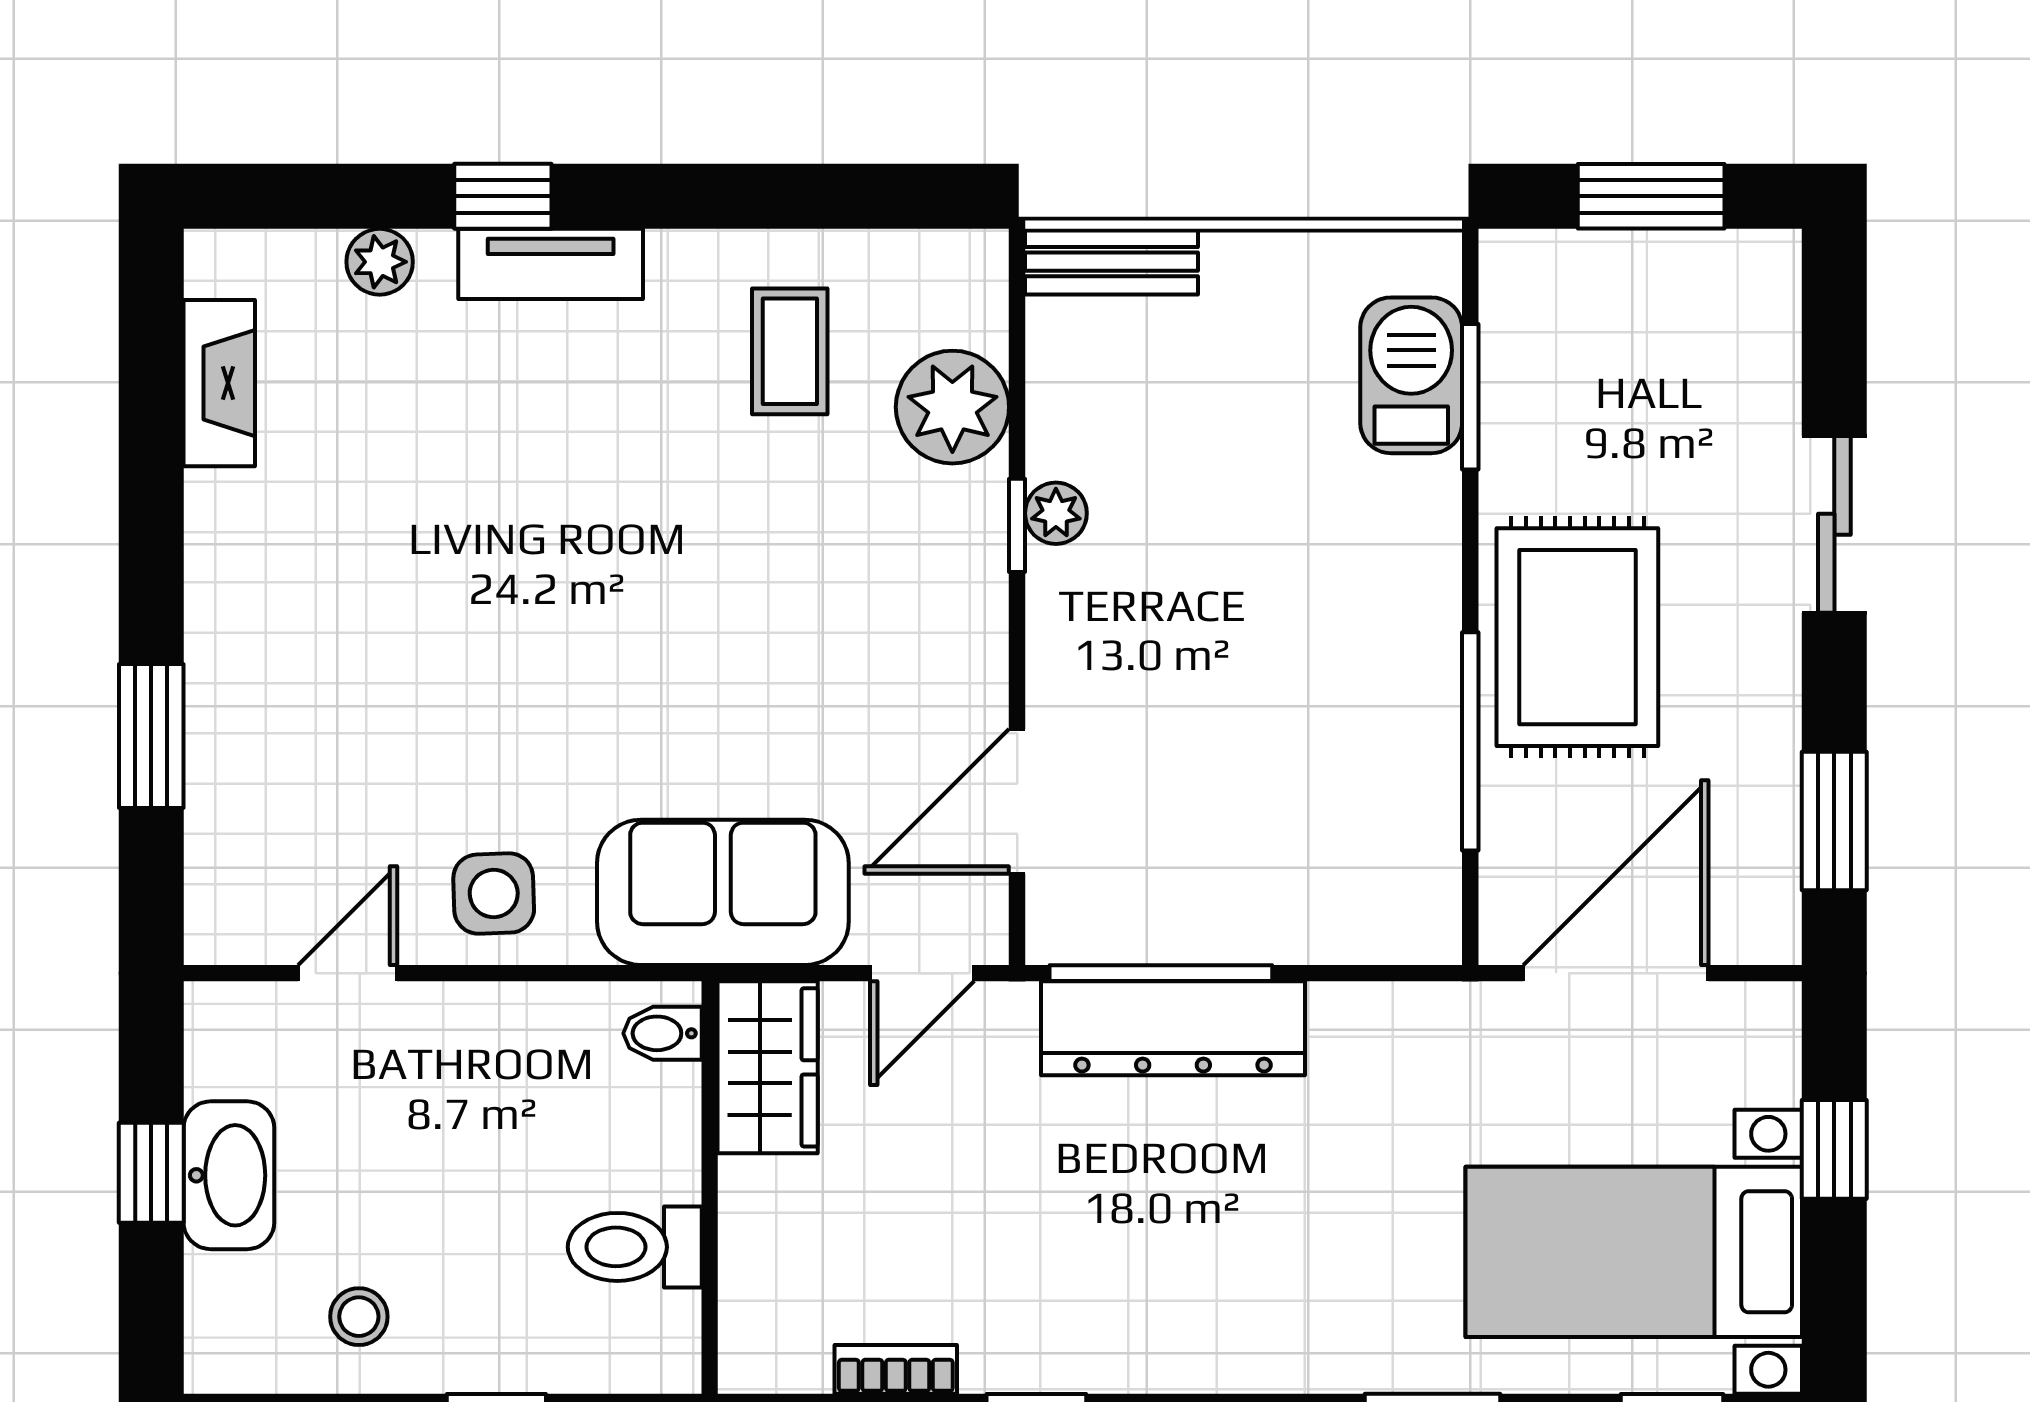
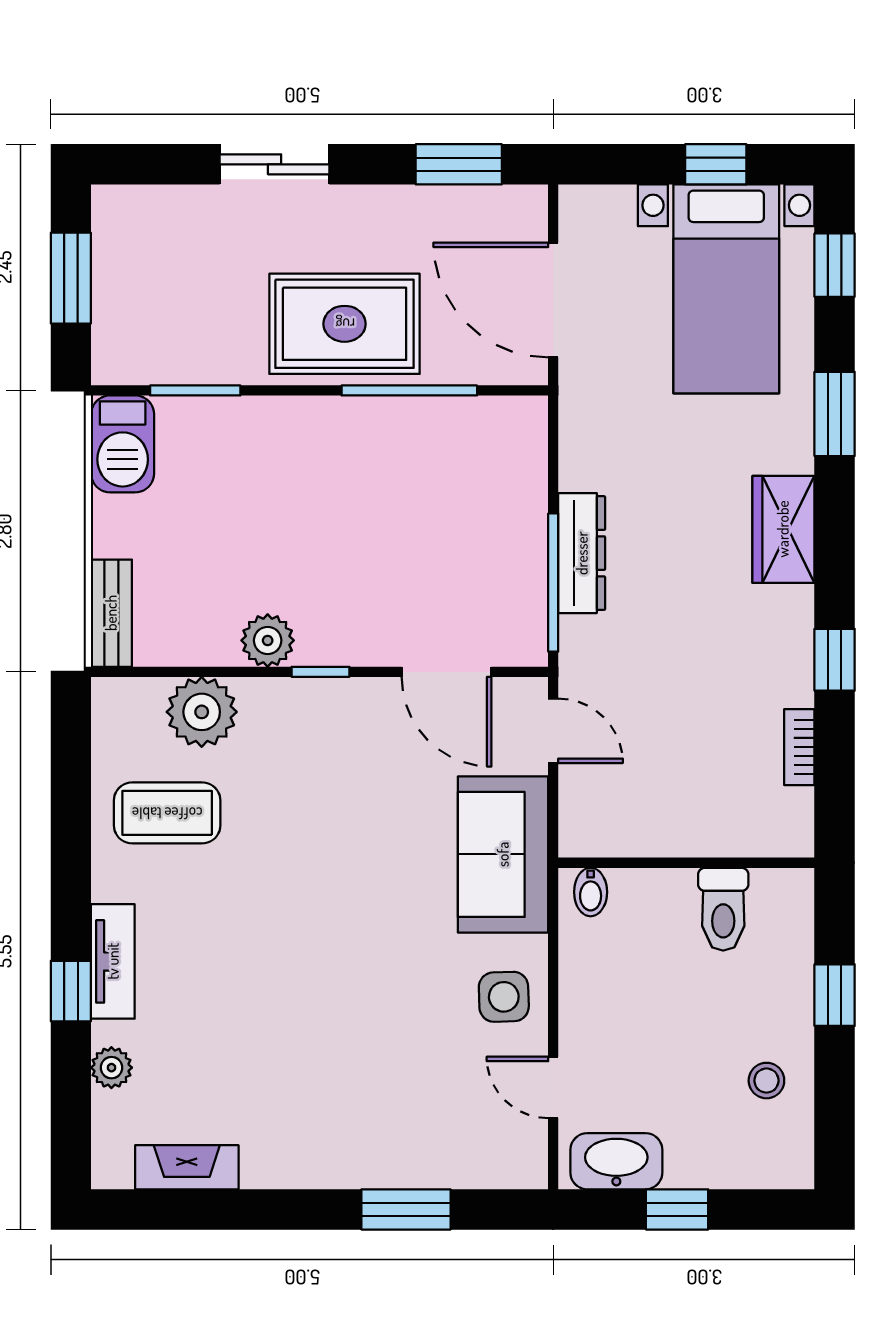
coffee table: (790, 351) -> (167, 813), width x1.36, depth x1.30
barbecue: (1411, 375) -> (123, 444), moved, turned -90
plant: (1056, 513) -> (268, 640), width x1.38, depth x1.38
window: (1017, 525) -> (320, 672), moved
dresser: (1173, 1028) -> (582, 553), width x0.73, depth x0.80
wardrobe: (768, 1067) -> (783, 529), moved, turned -90
window: (1834, 1149) -> (716, 164), moved
washbasin: (229, 1175) -> (616, 1161), moved

